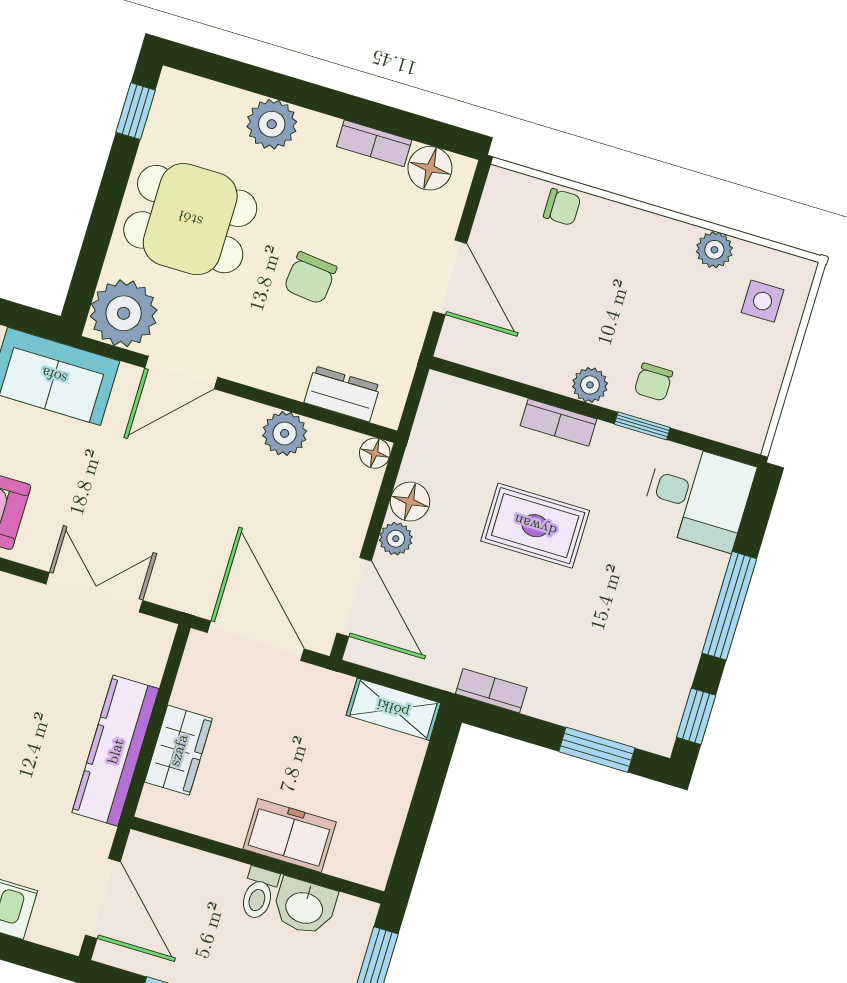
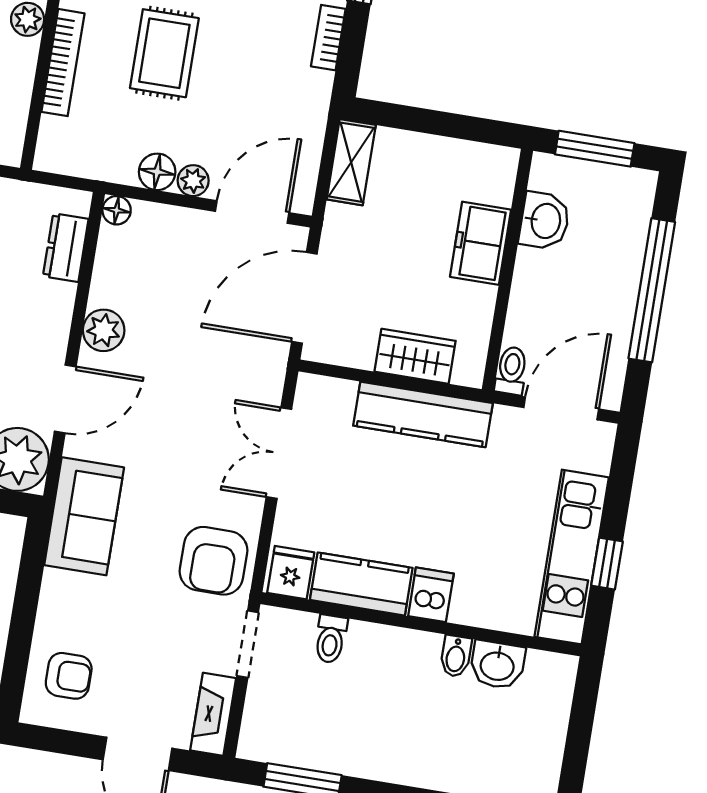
door: (181, 372) -> (65, 399), hinge flipped
bookcase: (558, 422) -> (63, 63), width x1.56
plant: (285, 433) -> (104, 330), moved
bookcase: (491, 691) -> (328, 38), moved
toilet: (259, 893) -> (511, 371), moved, turned -90

